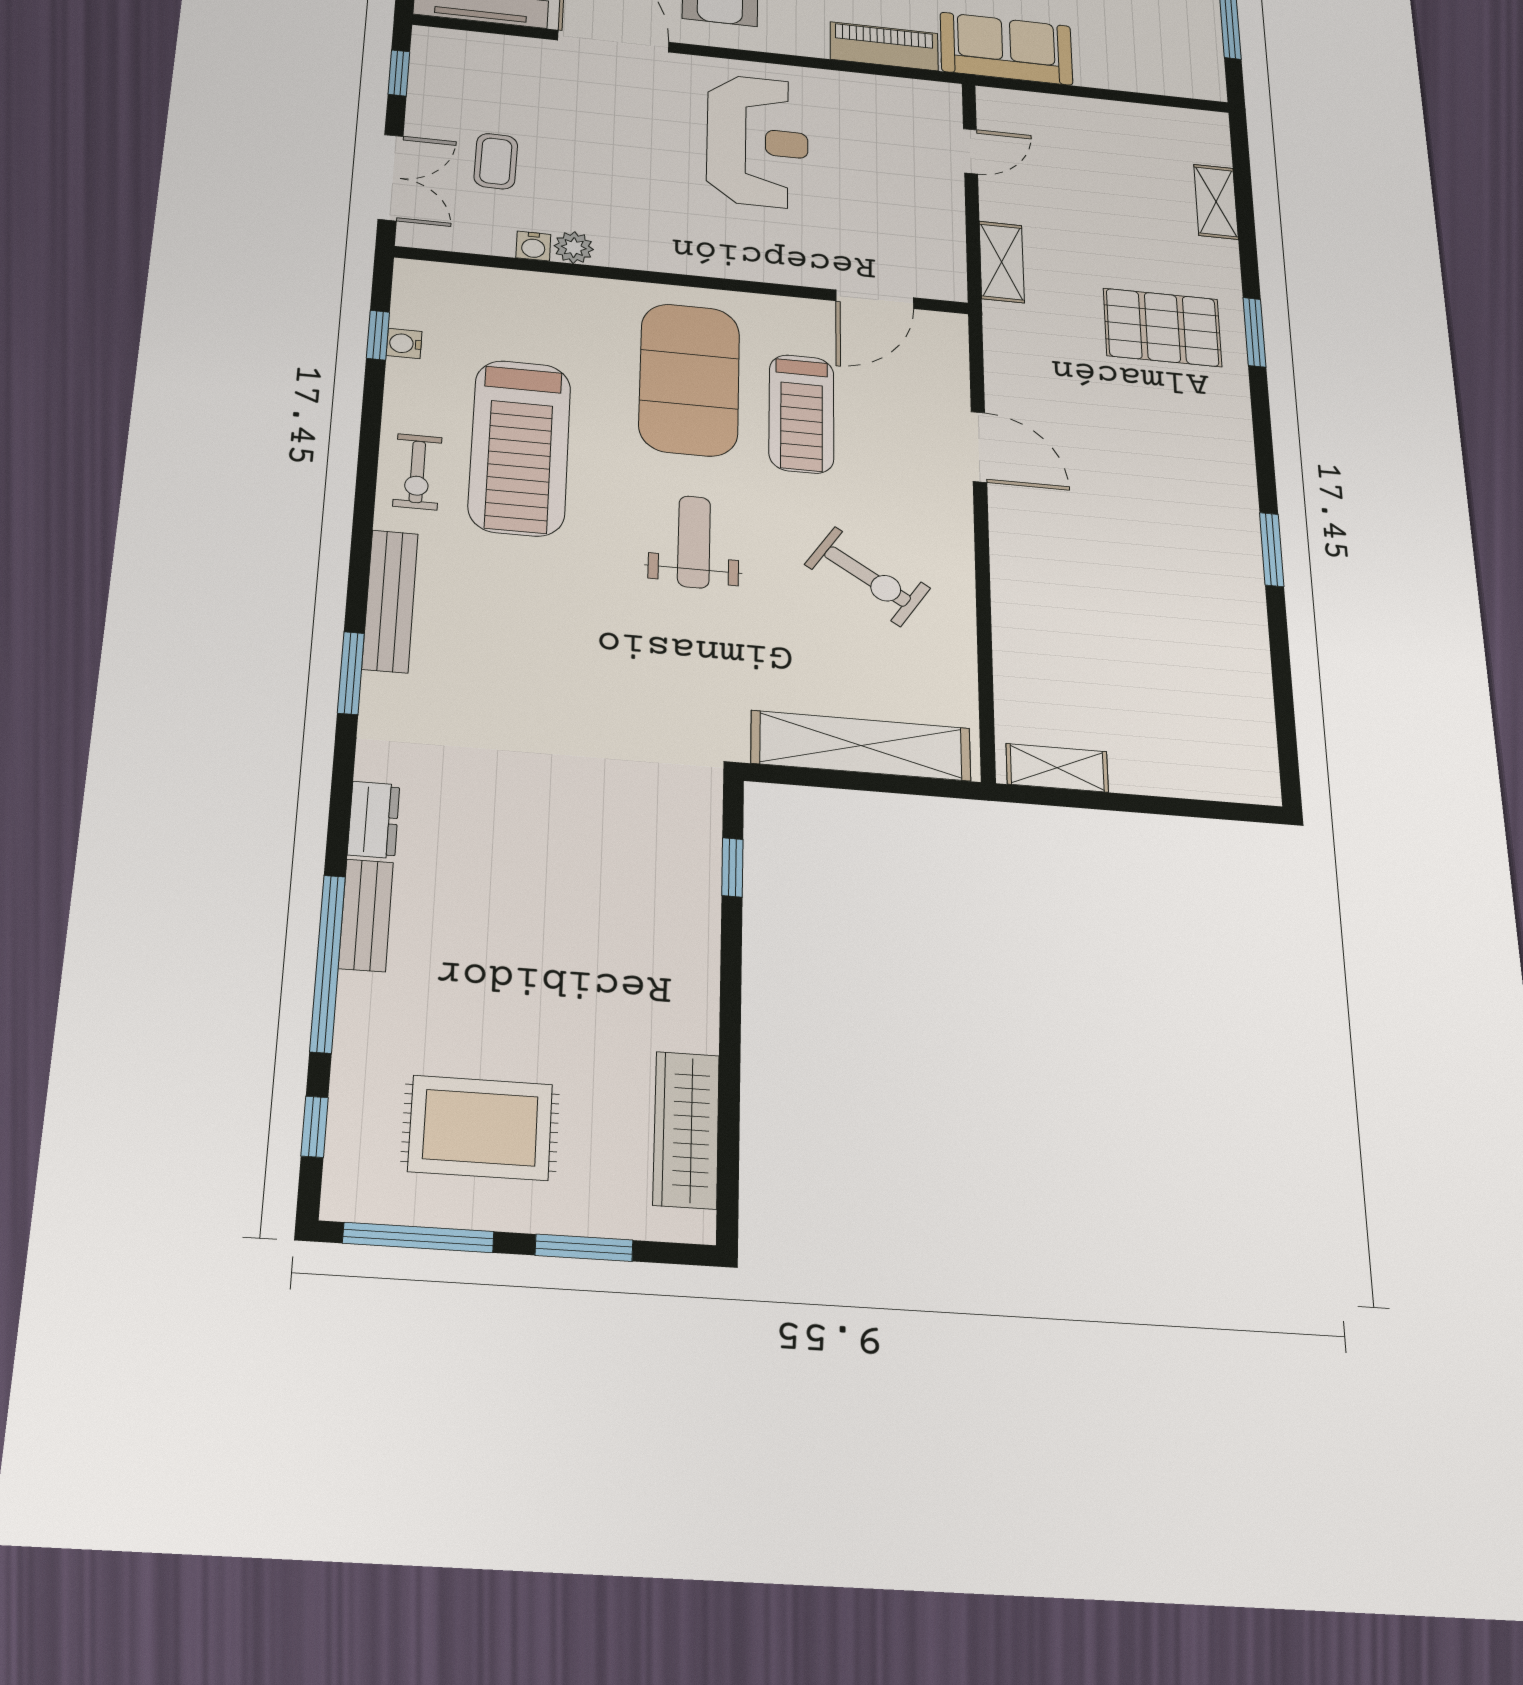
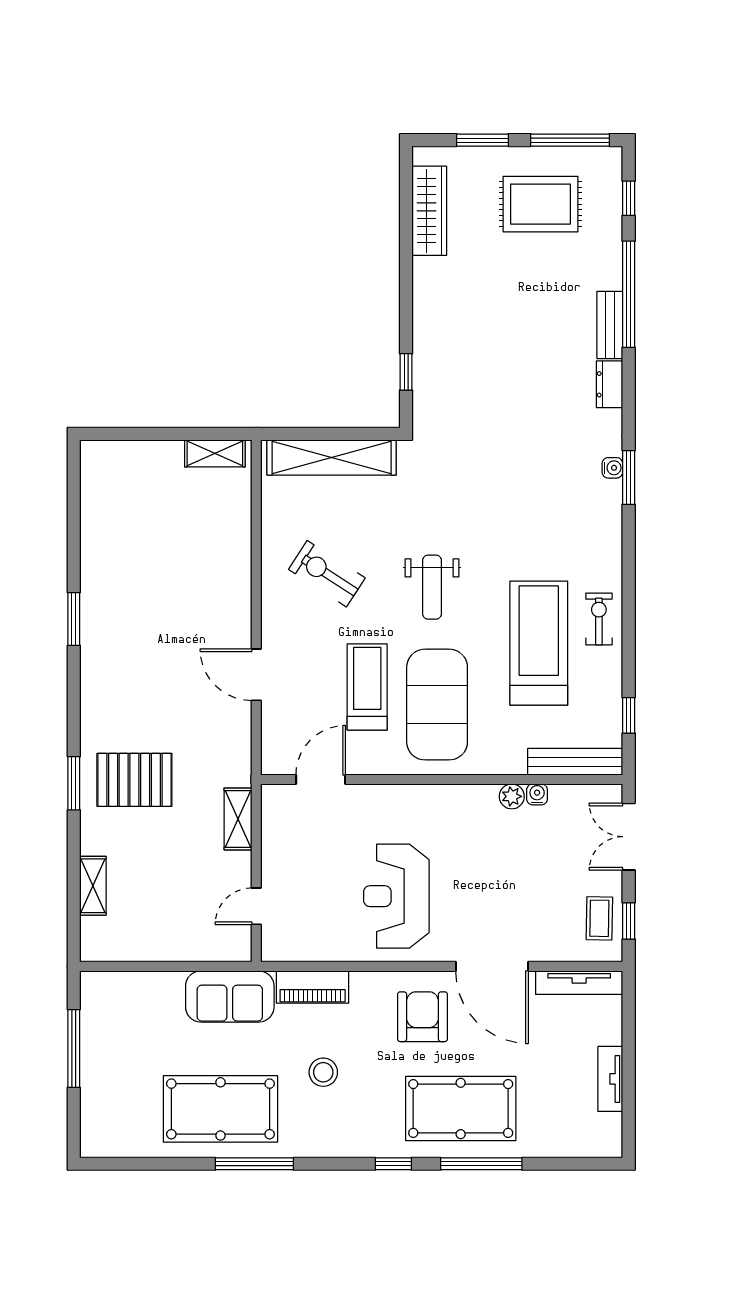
coffee table: (496, 161) -> (599, 918), moved
water cooler: (404, 344) -> (612, 468), moved
bench: (390, 601) -> (575, 762), moved, turned 90

